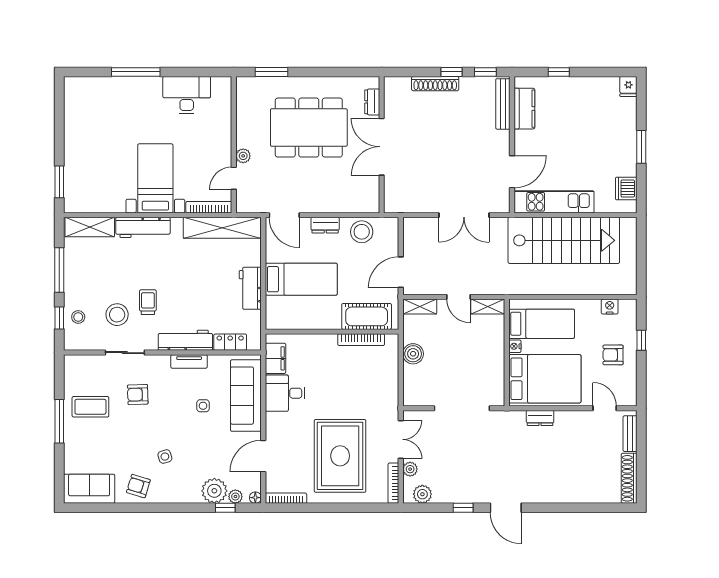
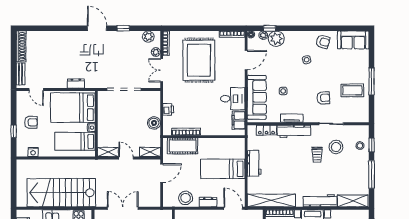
printer: (390, 376) -> (168, 109), added

